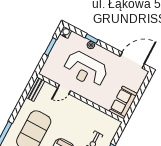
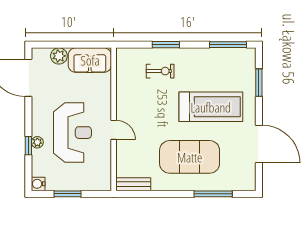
plant: (136, 85) -> (59, 56), added
door: (64, 89) -> (114, 130), moved

